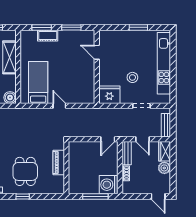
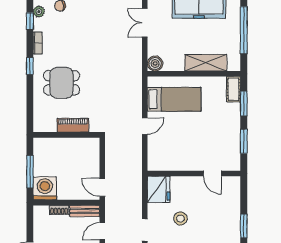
cot: (48, 36) -> (233, 89), moved
door: (97, 52) -> (212, 173), swing flipped
window: (23, 196) -> (30, 66), moved

